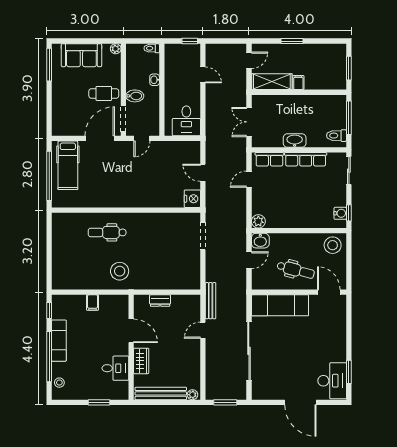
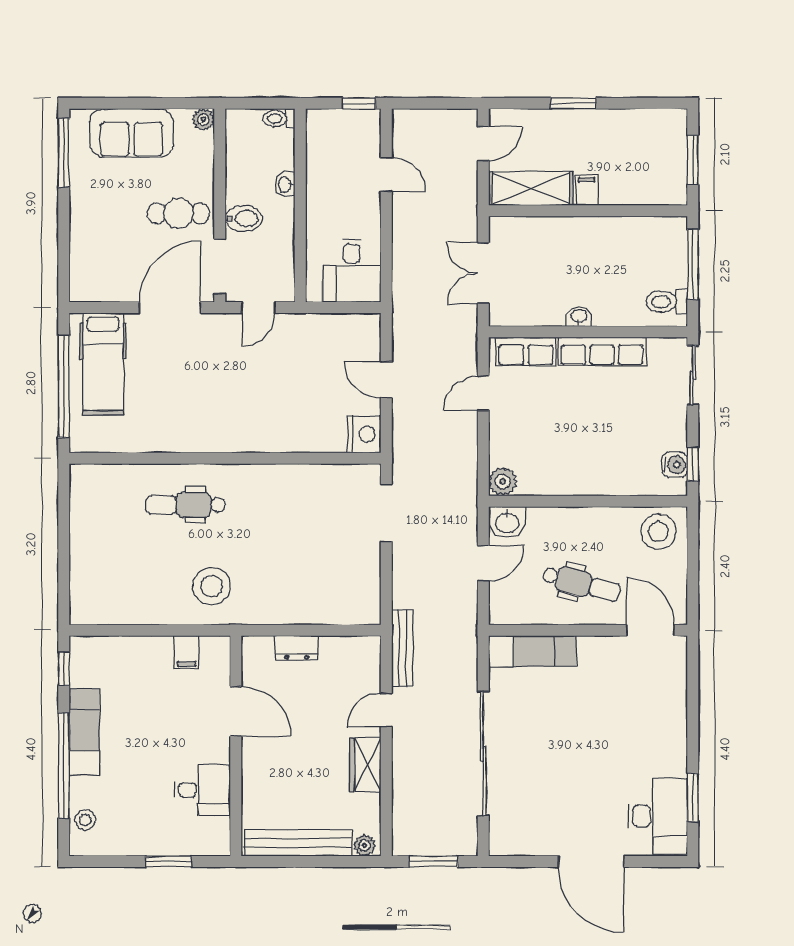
washbasin: (295, 140) -> (579, 316), width x0.52, depth x0.69
filing cabinet: (92, 303) -> (187, 652), moved
exam couch: (280, 305) -> (532, 651), width x0.73, depth x0.69
wardrobe: (141, 361) -> (365, 765), moved, turned 180

